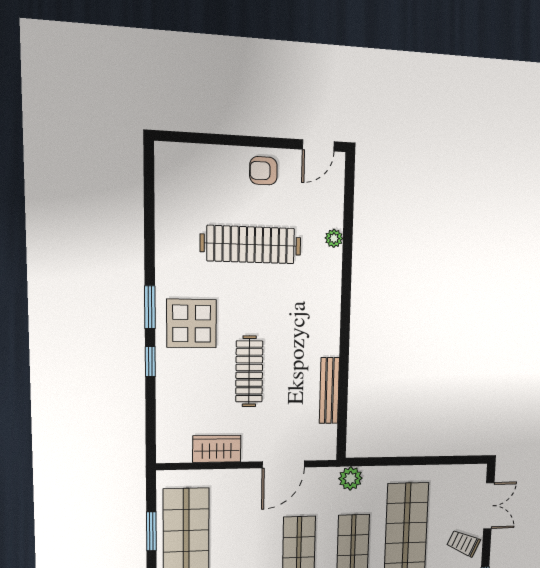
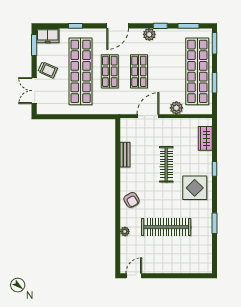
armchair: (263, 171) -> (131, 200), moved, turned 60
window: (150, 307) -> (215, 223), moved
bench: (329, 391) -> (125, 155), width x0.73
wardrobe: (217, 449) -> (205, 138), moved, turned 90
plant: (350, 478) -> (176, 108), moved

